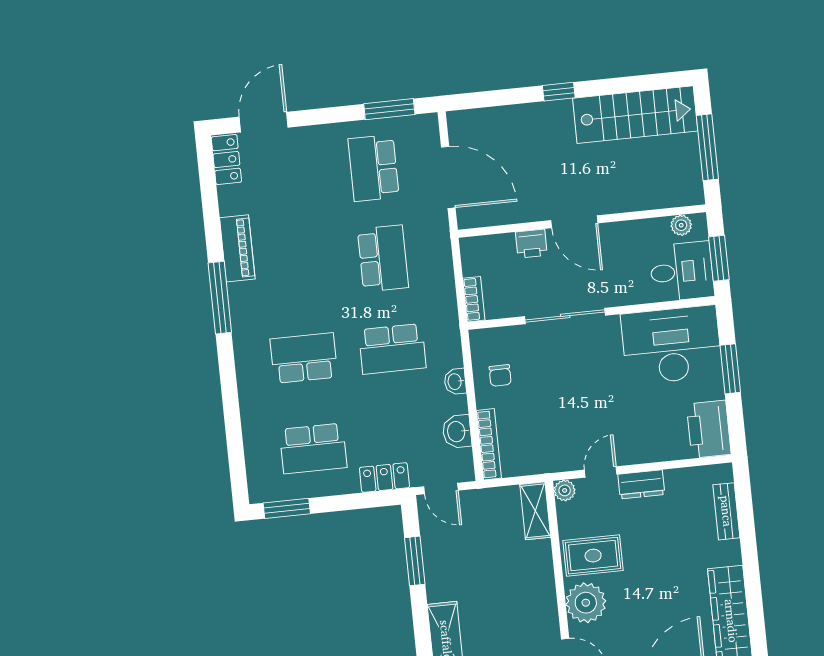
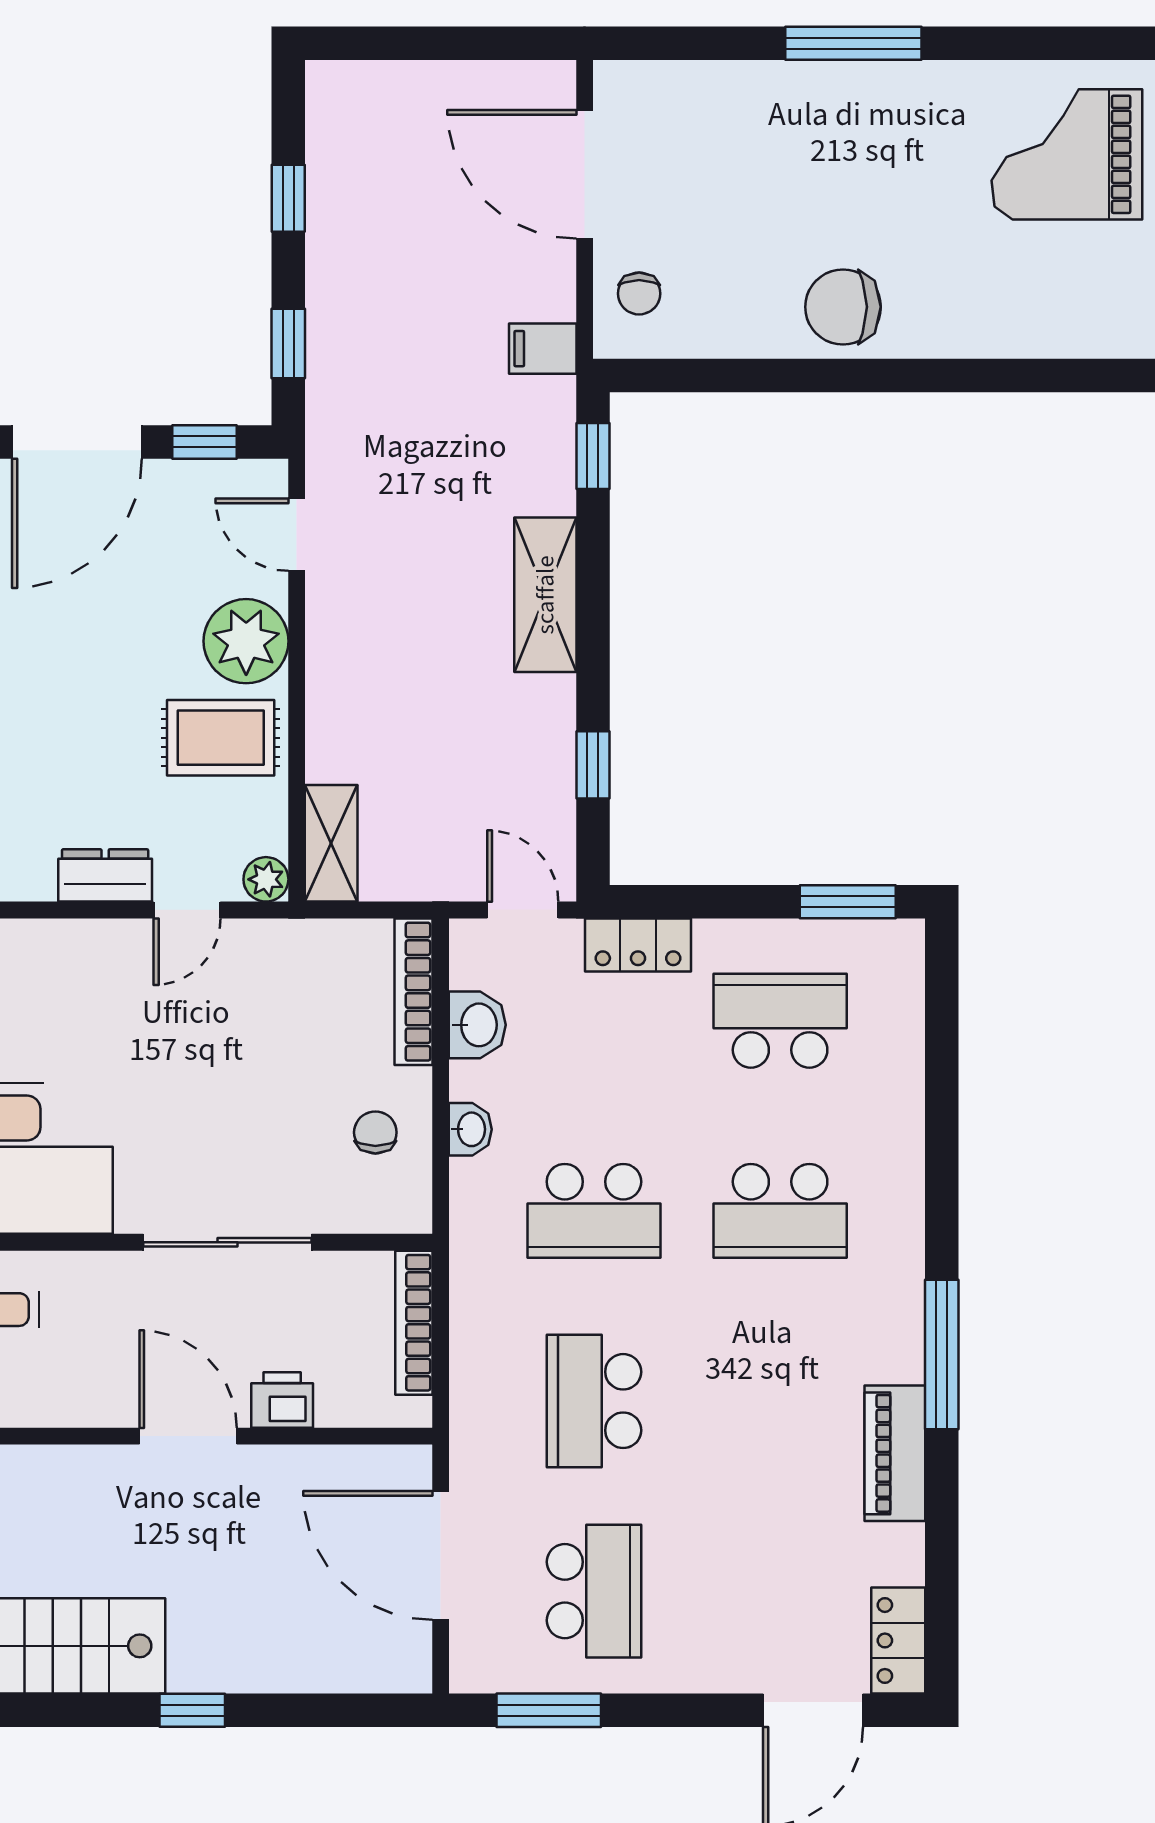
bookcase: (474, 299) -> (414, 1323), width x1.56
school desk: (392, 349) -> (594, 1211), turned 180
window: (415, 561) -> (593, 765), width x0.67

